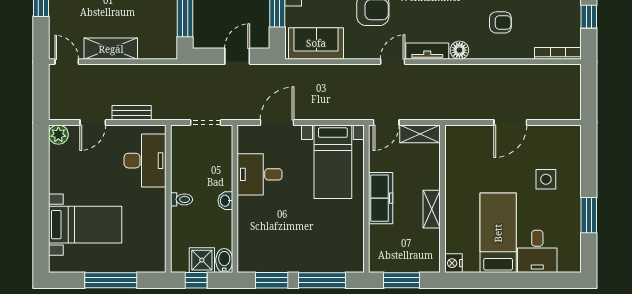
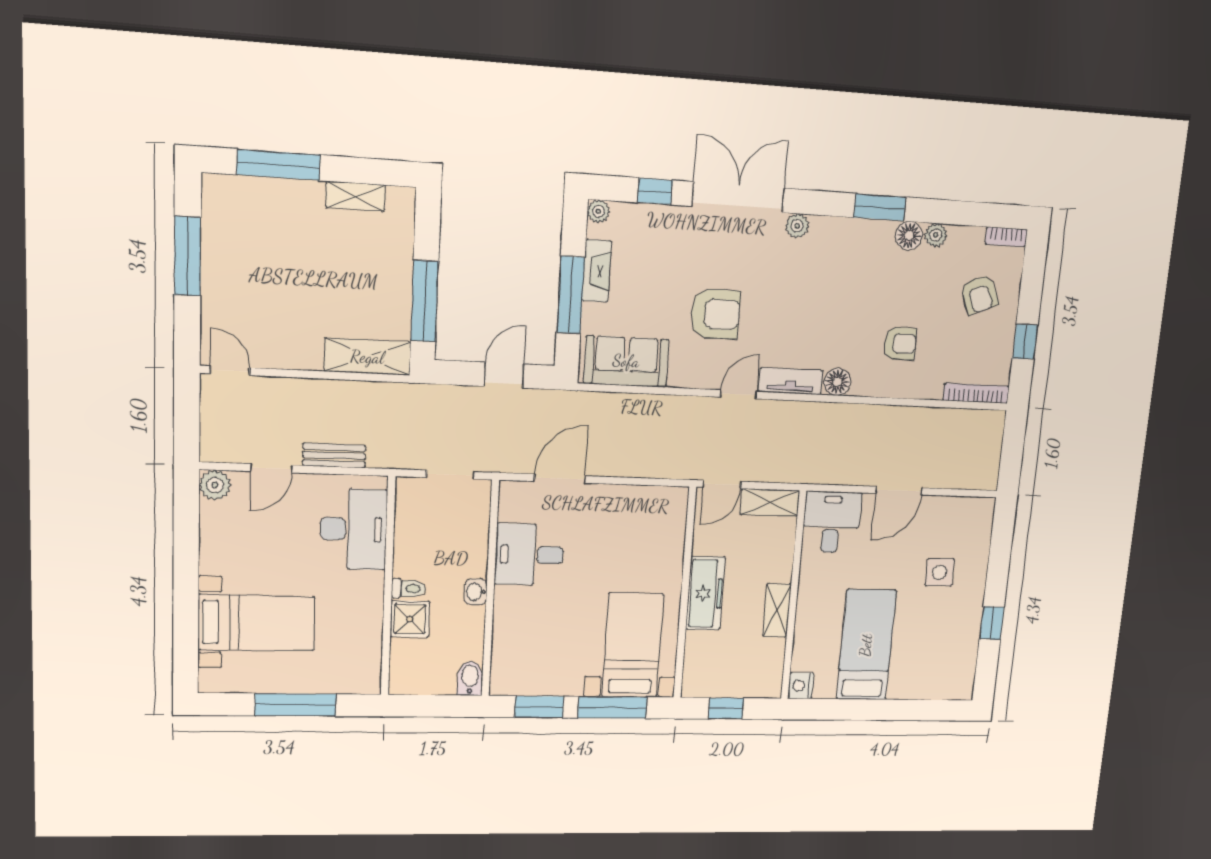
shelving: (111, 49) -> (367, 357), moved
bed with nightstands: (333, 162) -> (633, 645), moved, turned 180
window: (589, 215) -> (992, 623), width x0.67
desk: (537, 251) -> (831, 522), moved, turned 180
shower: (202, 260) -> (410, 619), moved
window: (196, 280) -> (426, 706), removed
window: (402, 280) -> (726, 708), width x0.67

